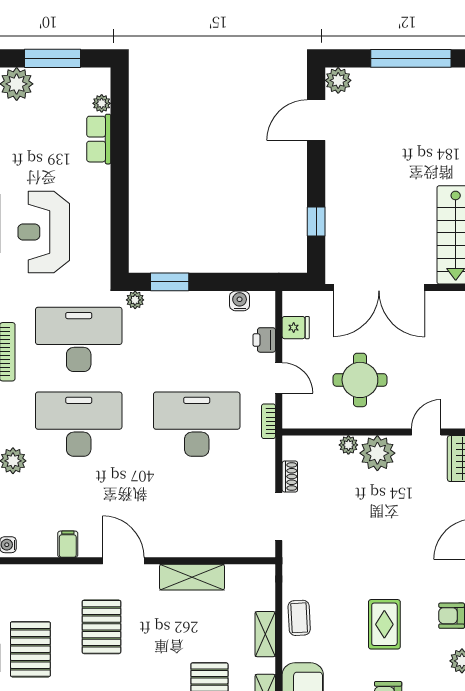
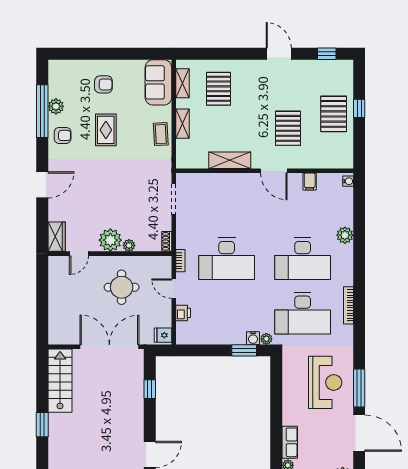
water cooler: (240, 301) -> (253, 338), moved
fridge: (296, 328) -> (163, 335), moved
shoe rack: (290, 476) -> (167, 241), moved

